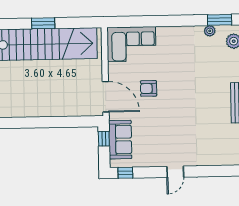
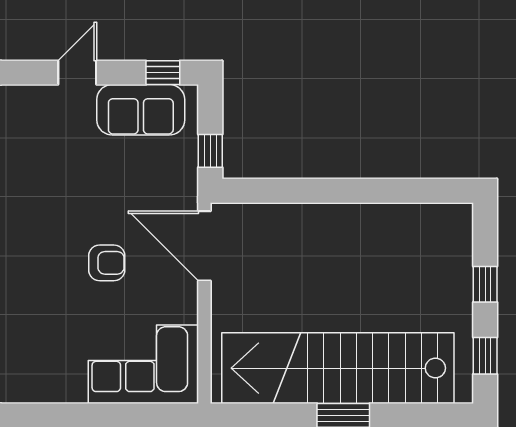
sofa: (120, 140) -> (141, 110), moved, turned -90
door: (175, 172) -> (77, 73), moved

